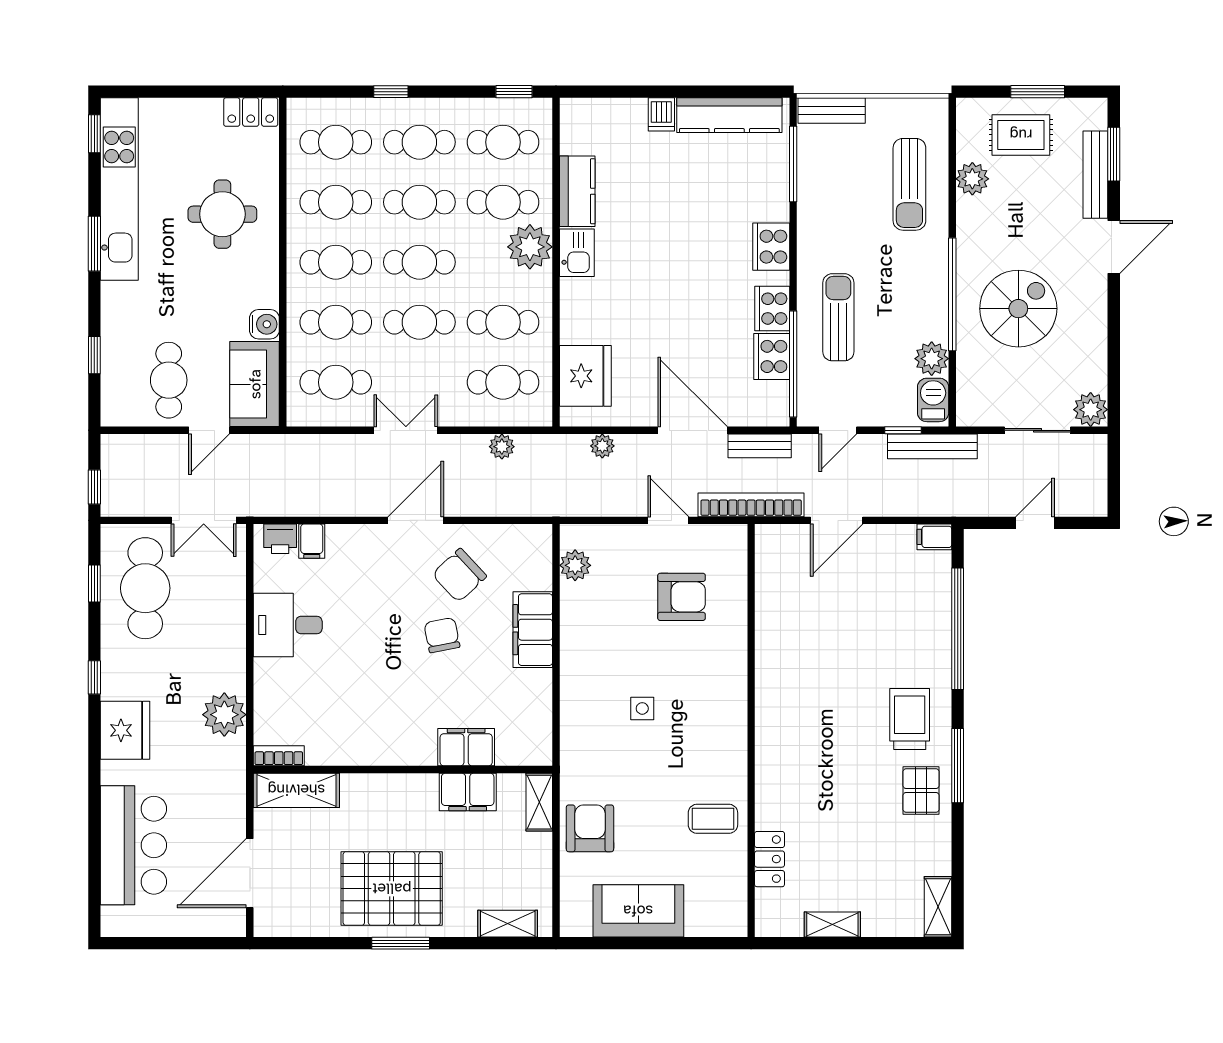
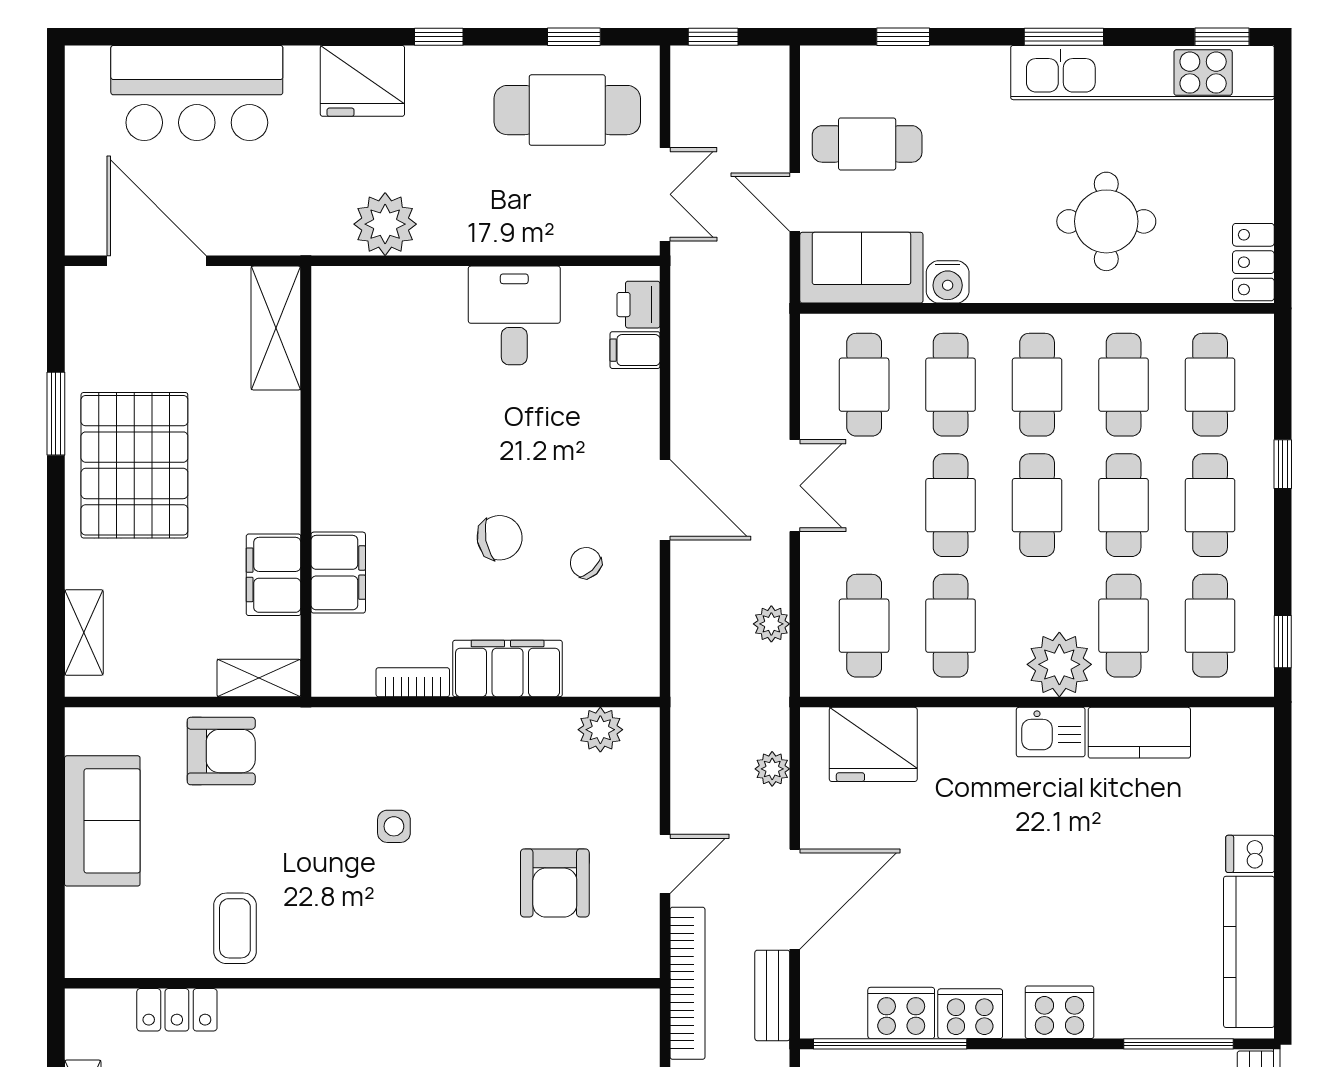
double door: (204, 520) -> (665, 194), swing flipped
chair: (459, 575) -> (586, 563), width x0.54, depth x0.54
bookcase: (279, 756) -> (413, 682), moved, turned -90
window: (401, 943) -> (56, 414), moved

